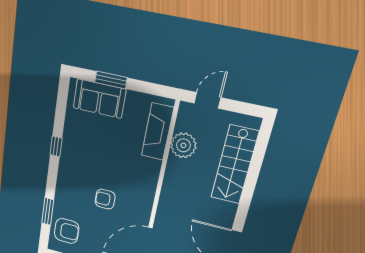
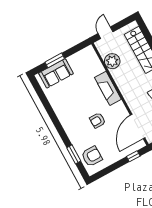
fireplace: (157, 132) -> (108, 88), moved
window: (56, 147) -> (52, 115), removed

